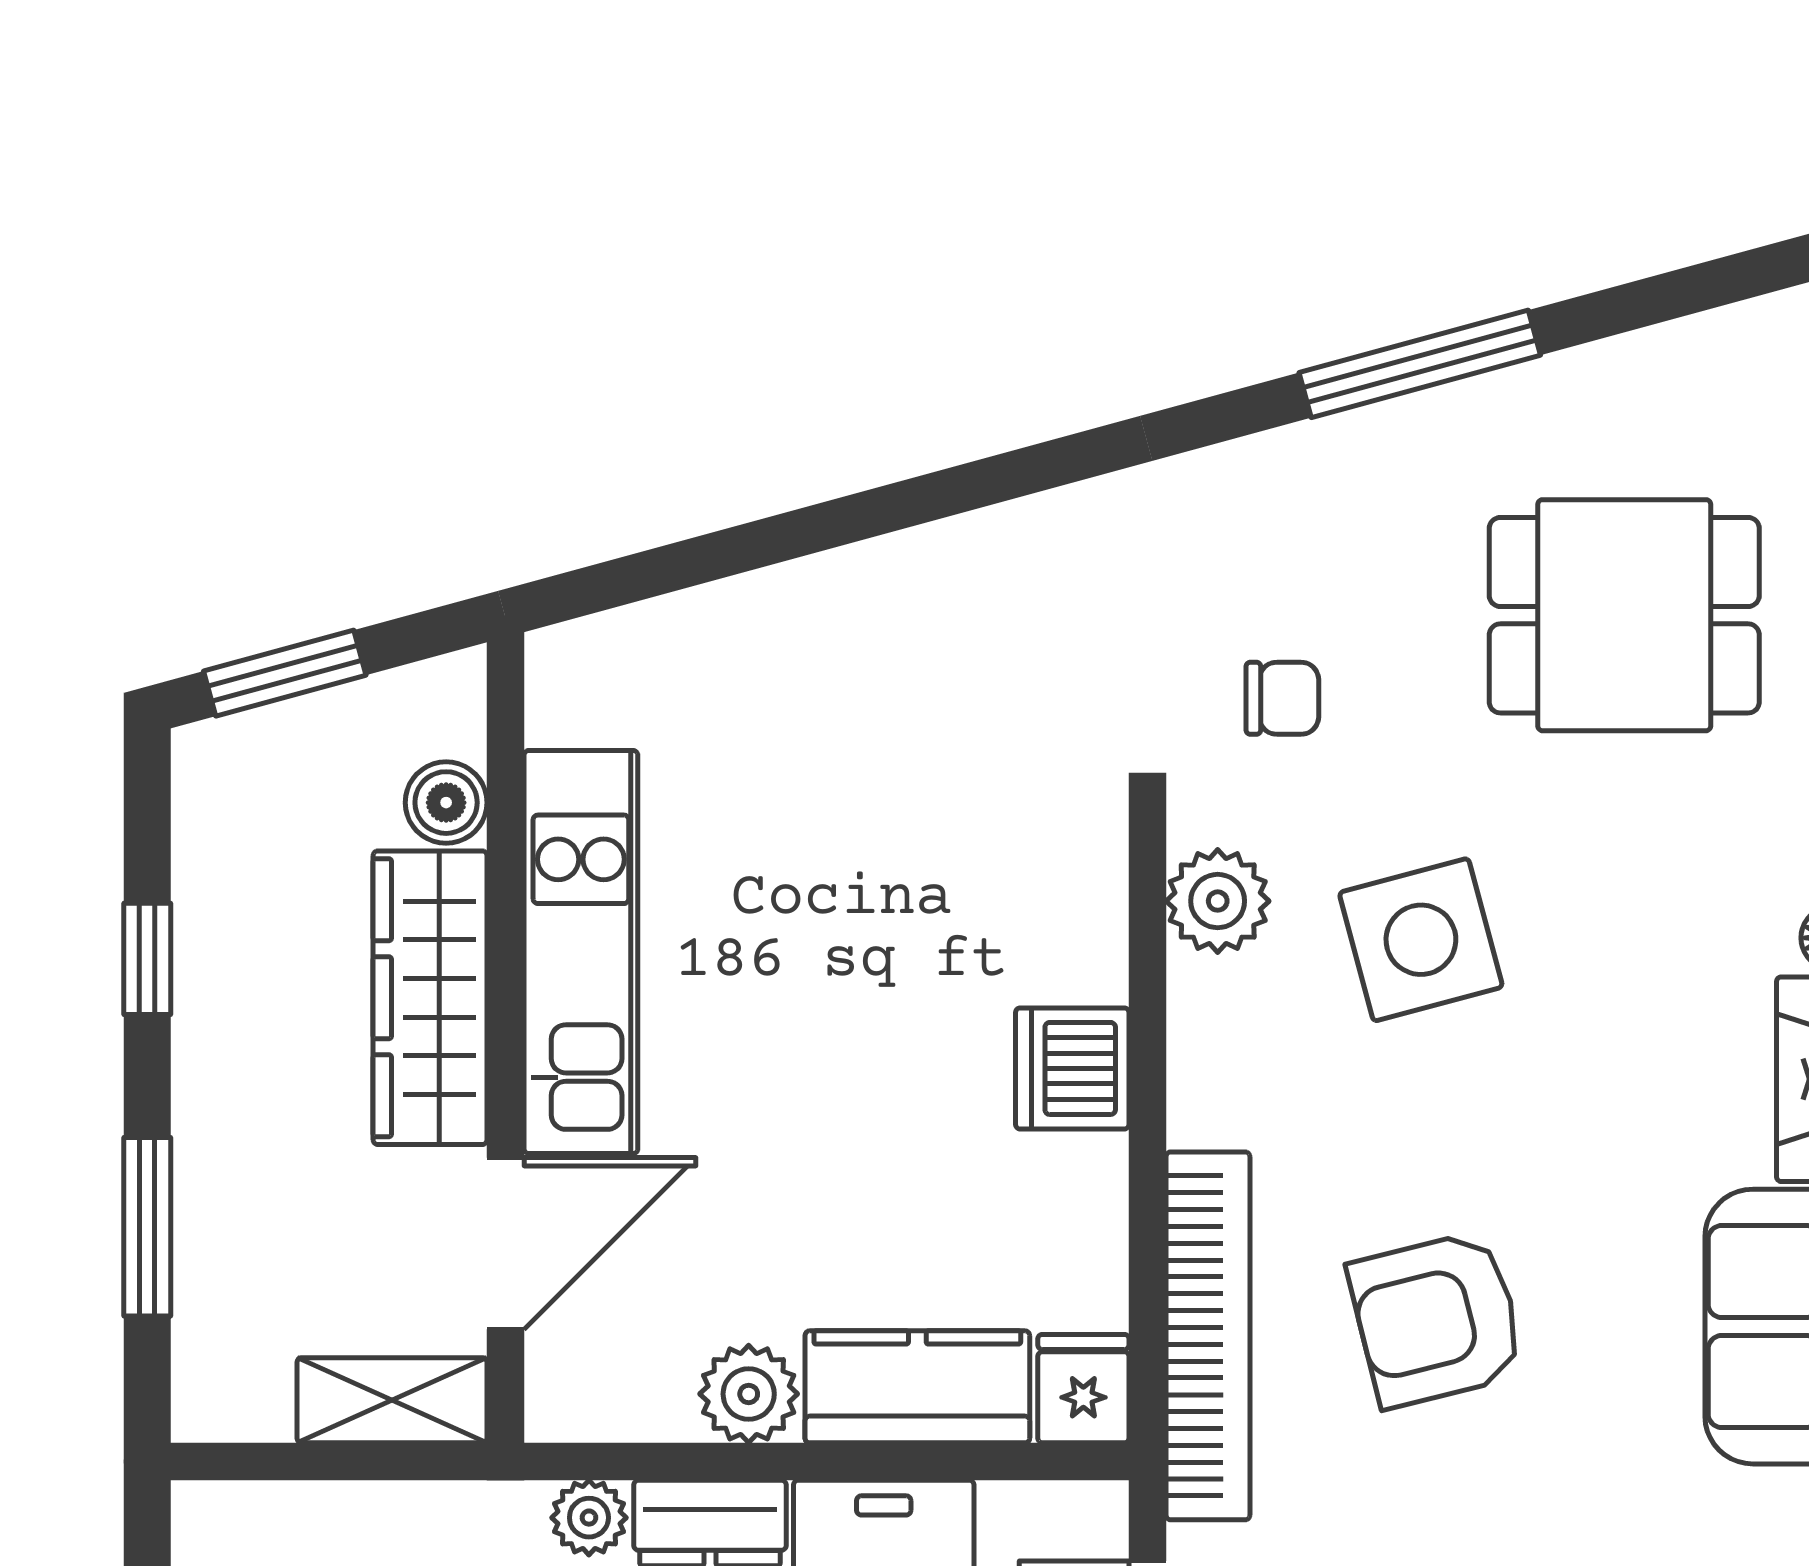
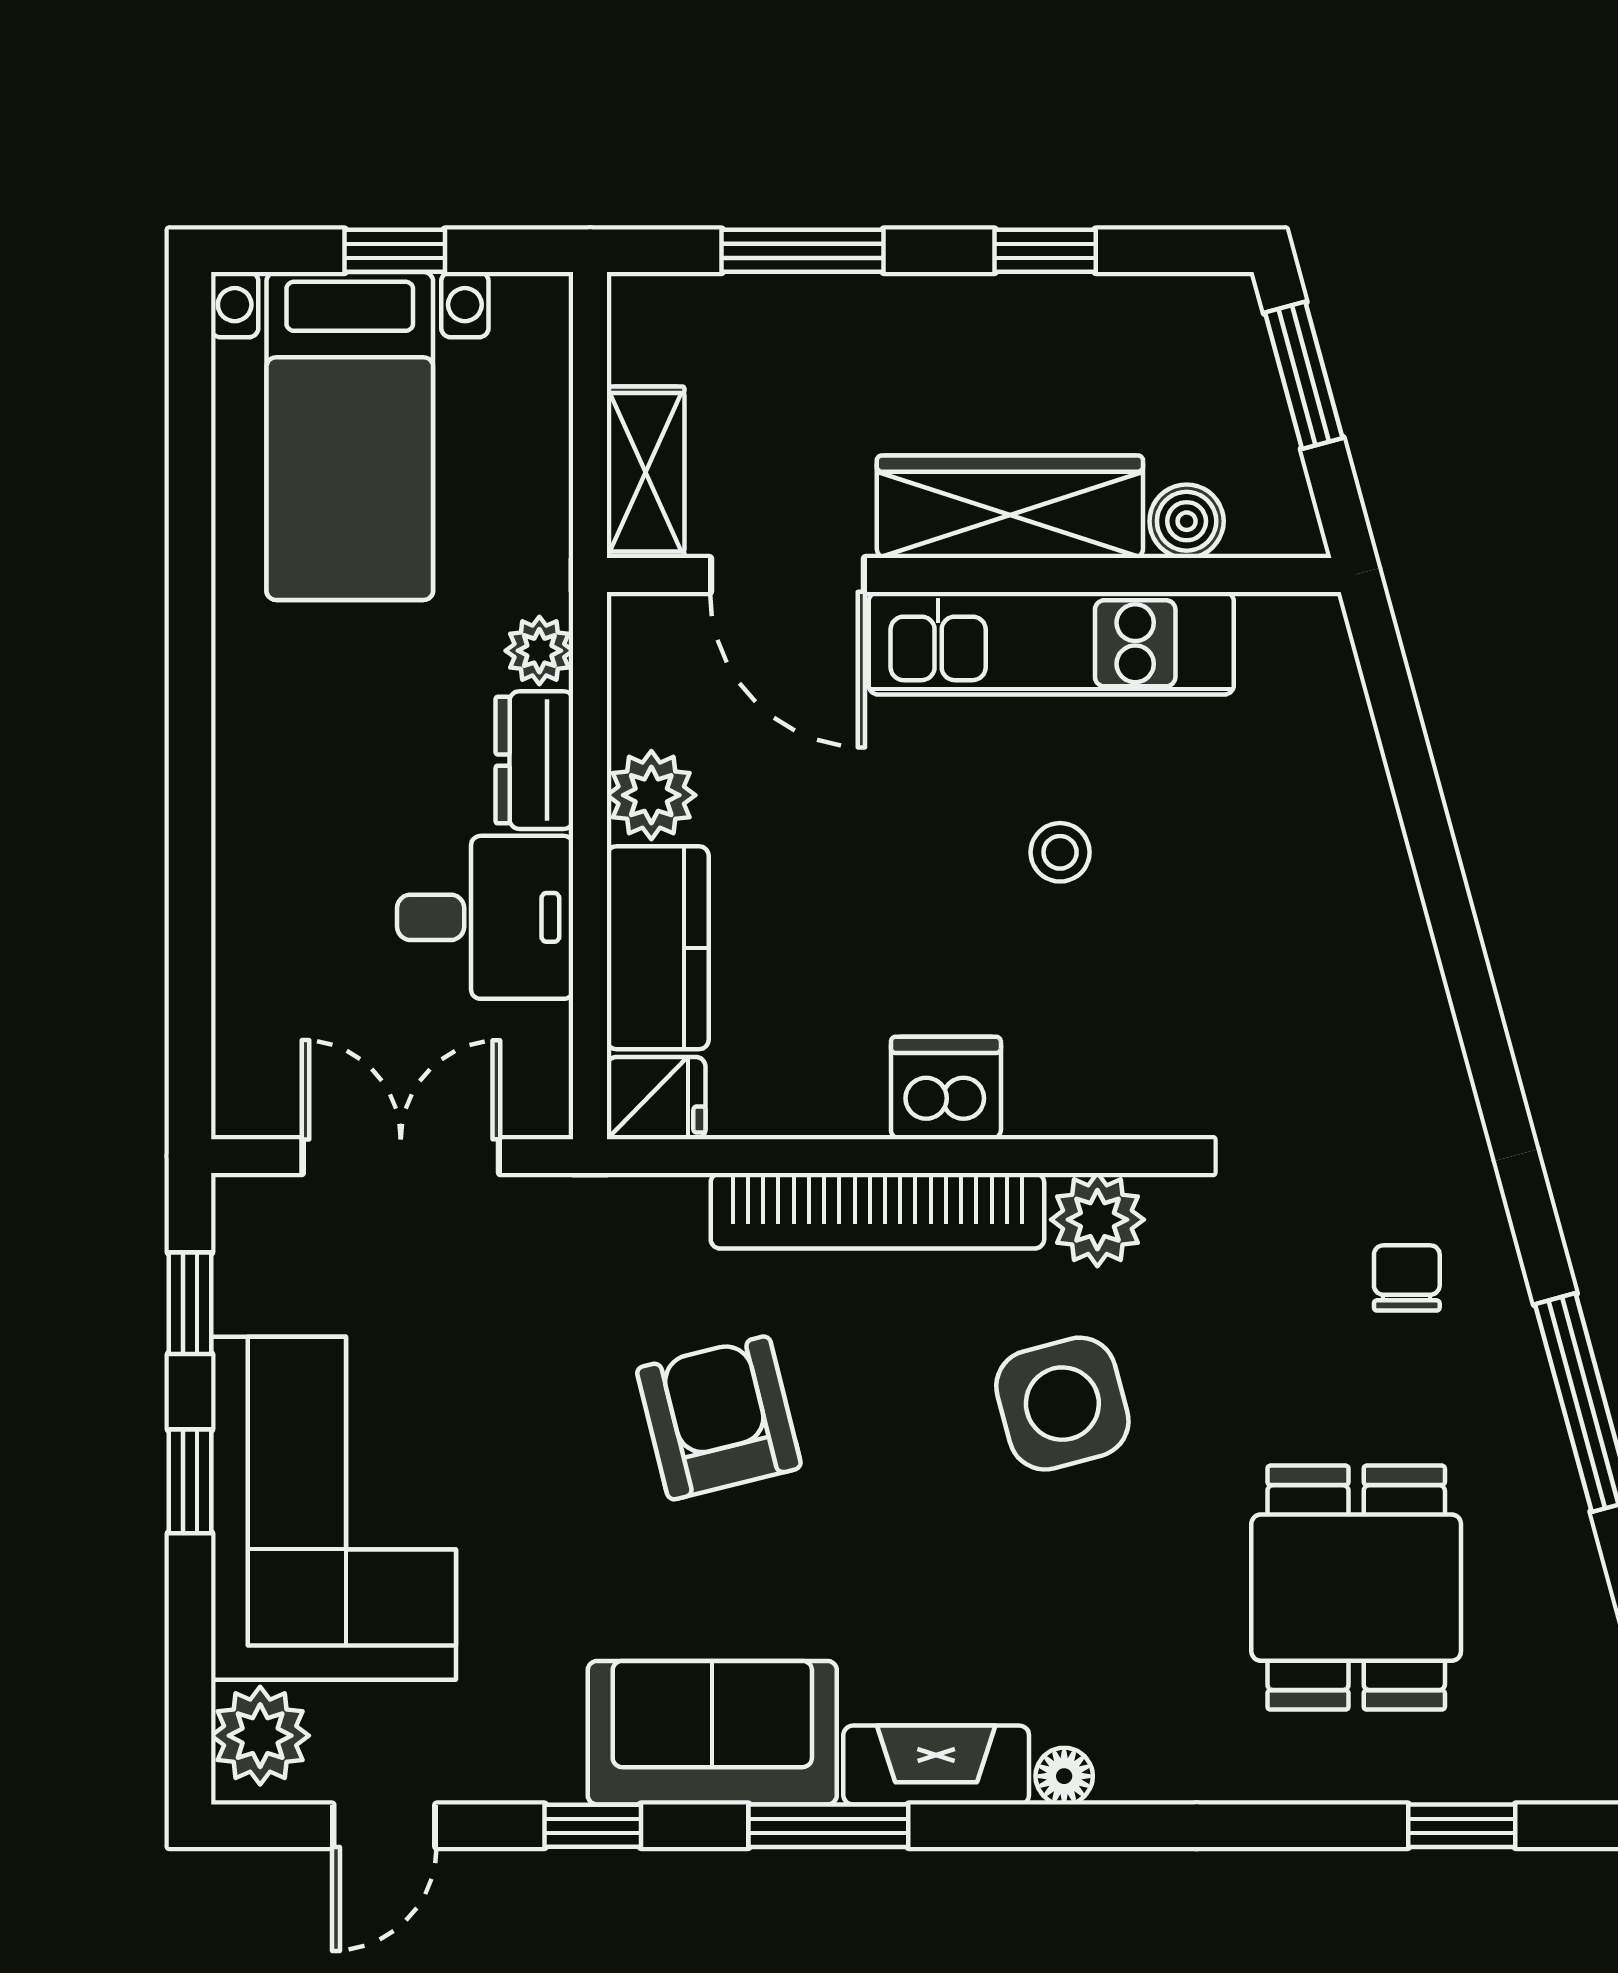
chair: (1282, 698) -> (1407, 1278), moved, turned 180
stool: (812, 942) -> (1060, 852), added
bookcase: (1208, 1336) -> (877, 1211), moved

